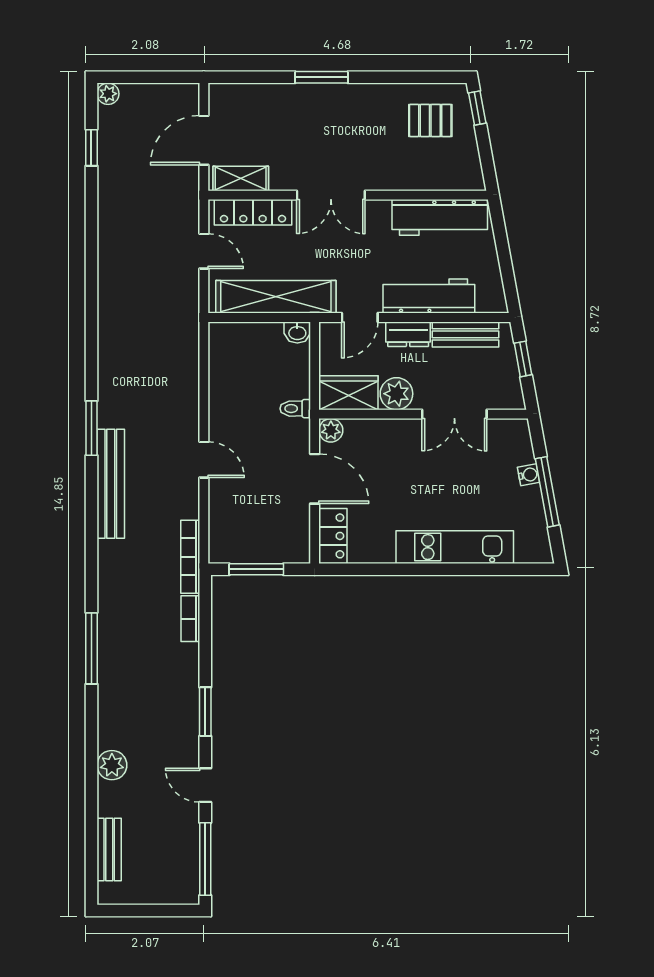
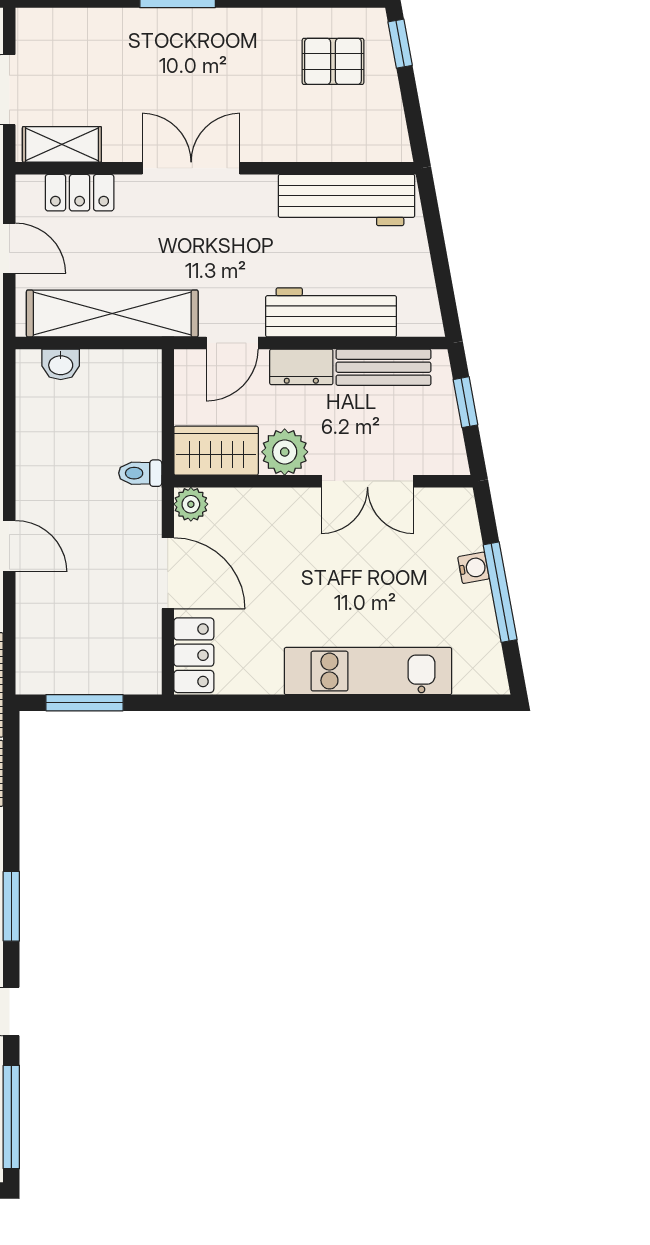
double door: (331, 195) -> (191, 168), swing flipped
locker: (253, 212) -> (80, 193), width x0.66
washbasin: (297, 332) -> (61, 364), moved

